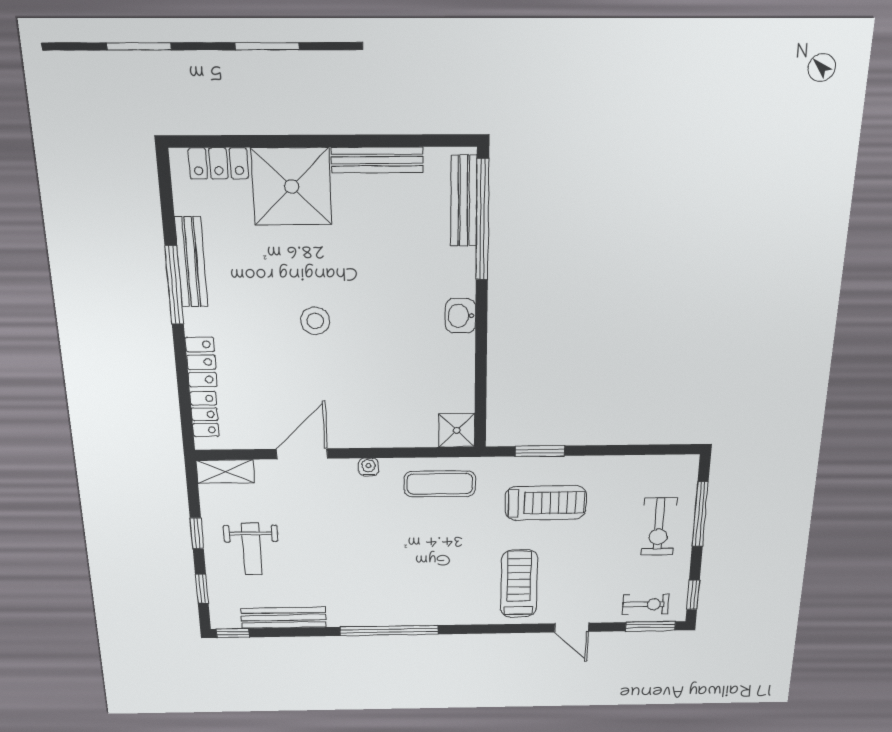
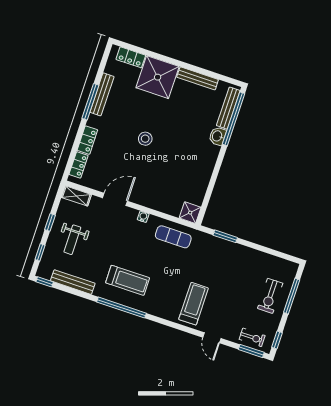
washbasin: (460, 316) -> (217, 136), moved
treadmill: (546, 503) -> (128, 280), moved

